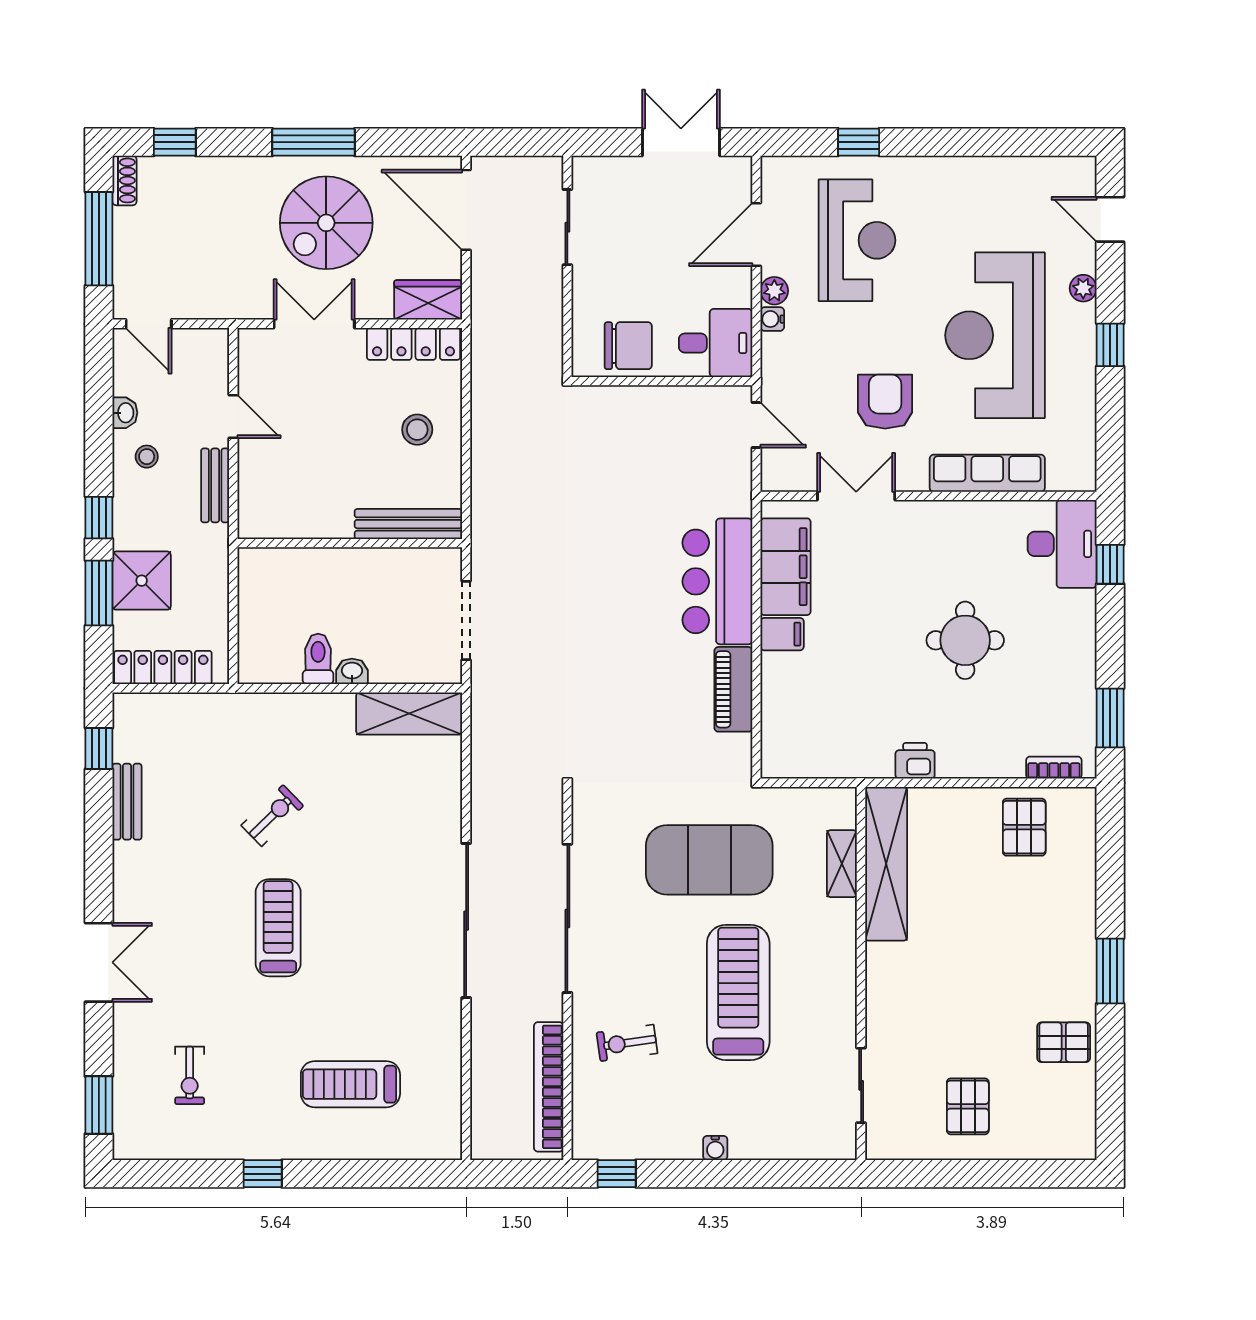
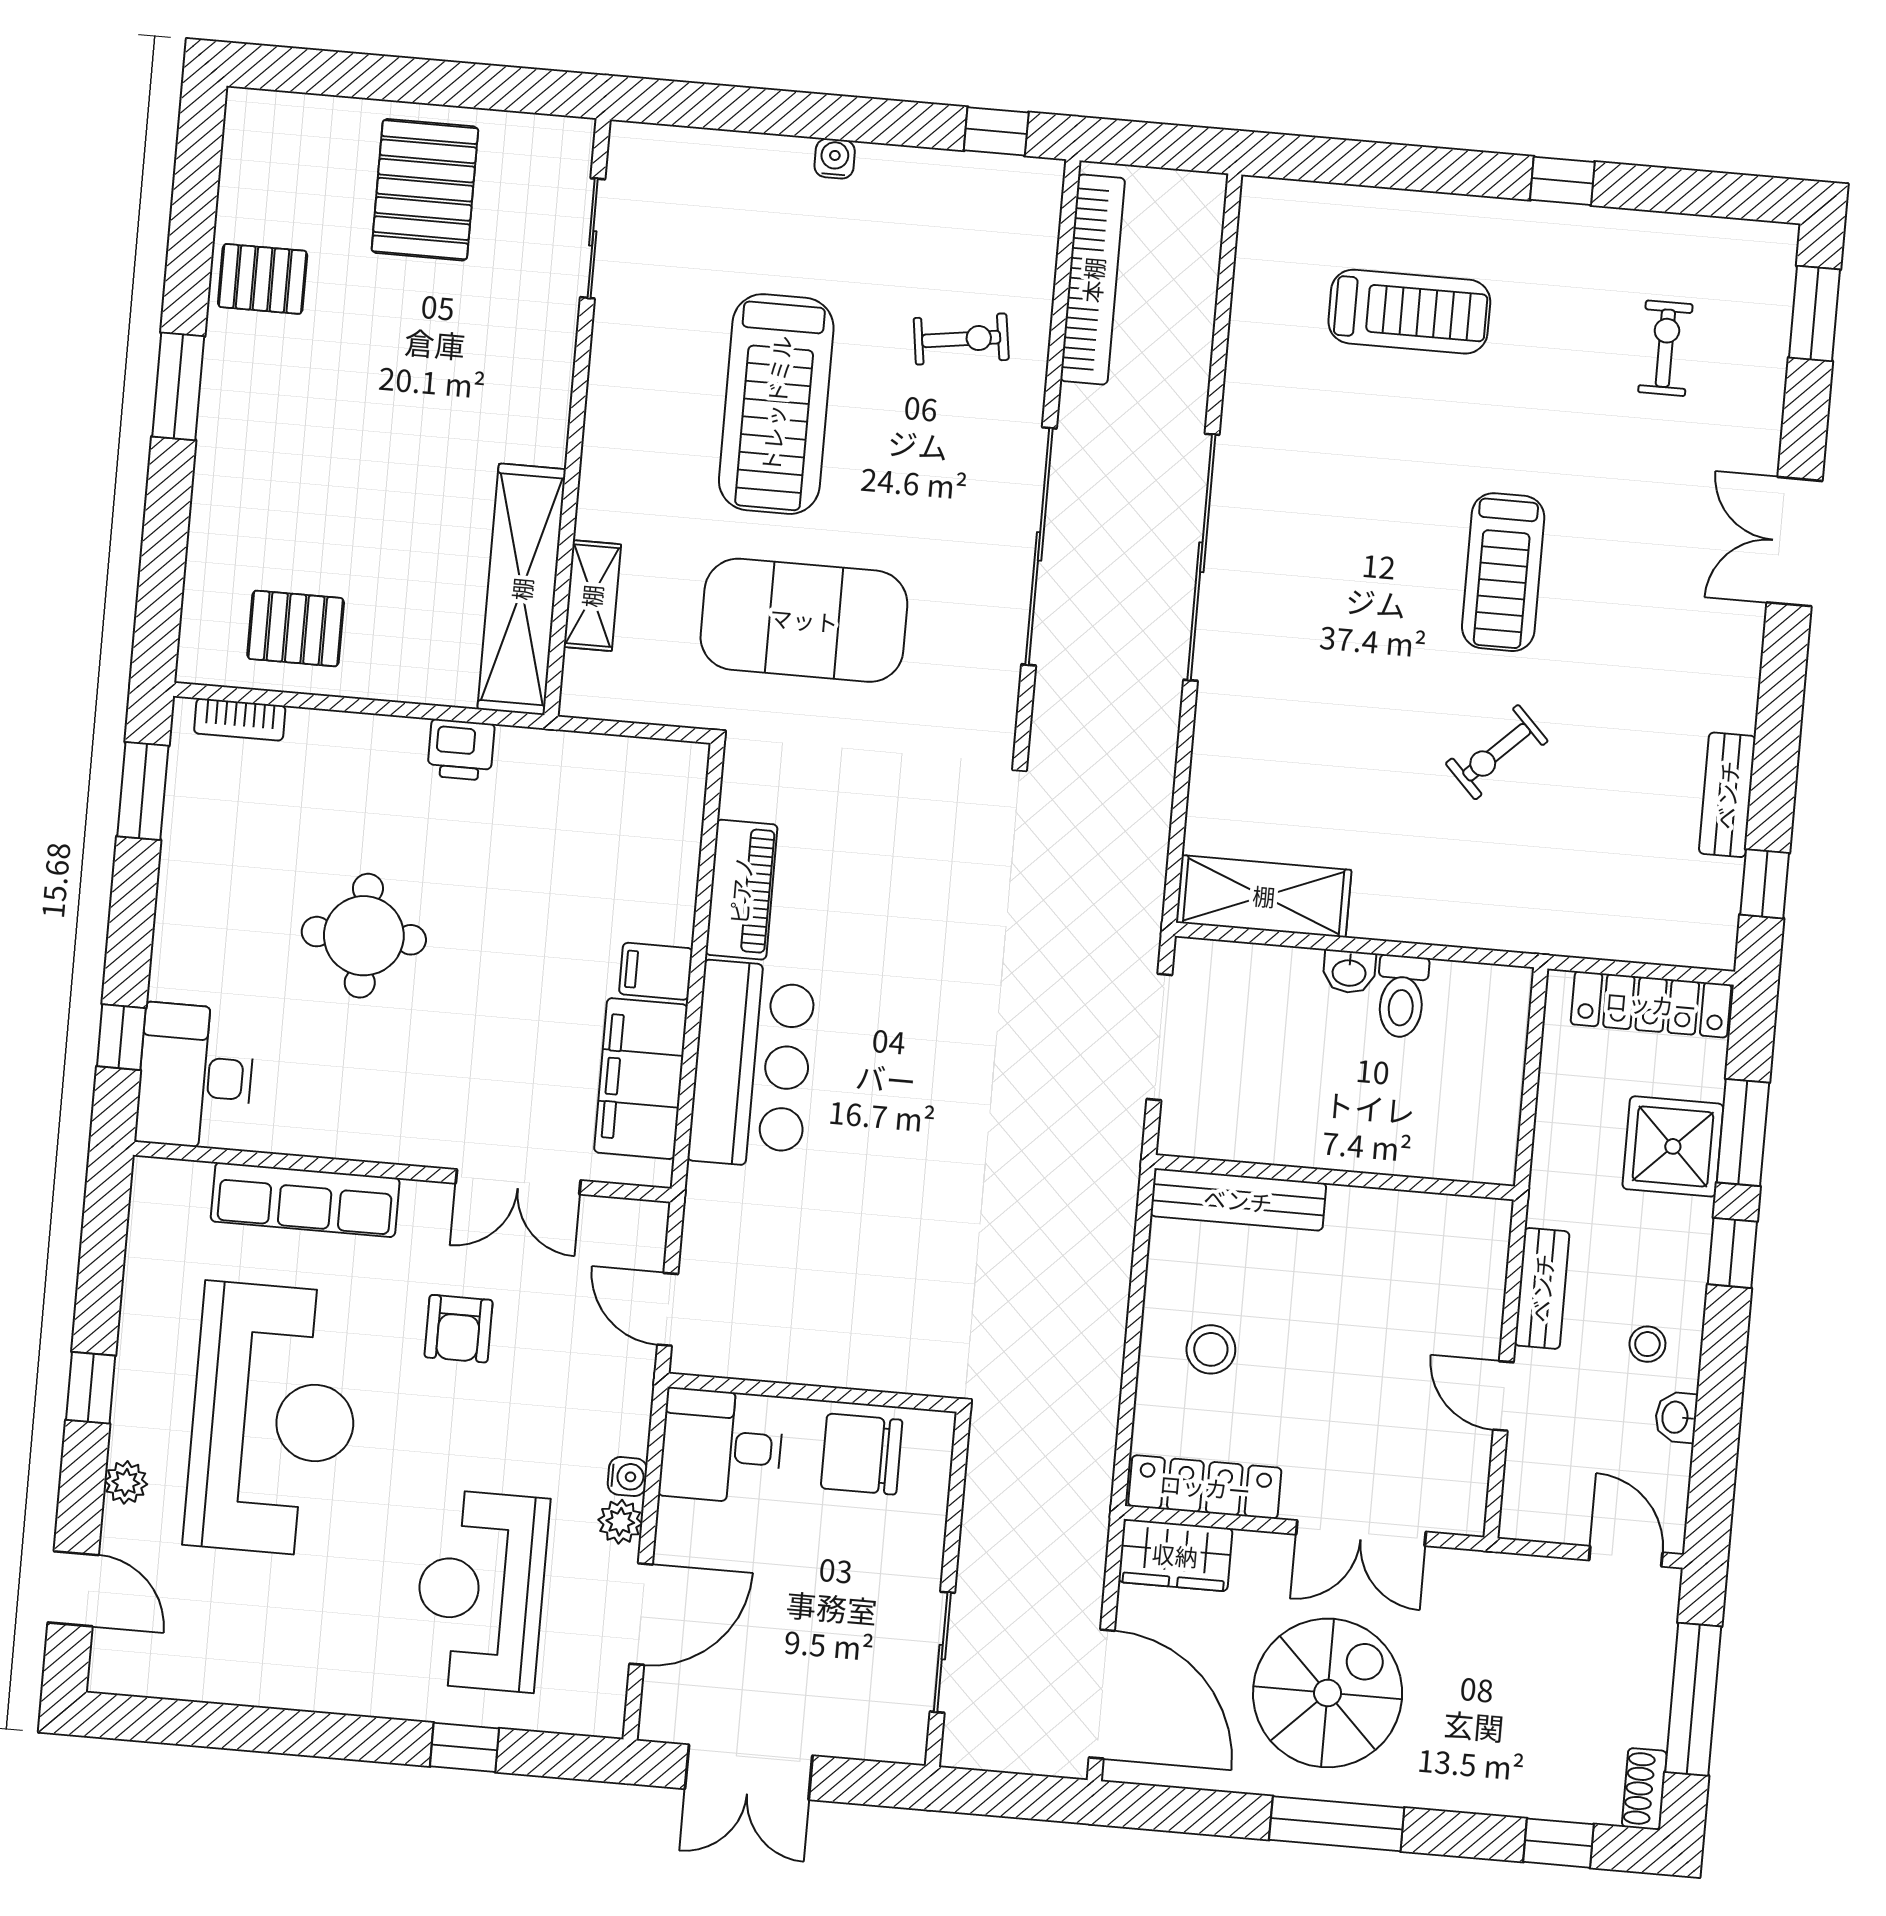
armchair: (885, 402) -> (459, 1329), width x0.72, depth x0.72
pallet: (1024, 827) -> (296, 628), turned 90
pallet: (968, 1106) -> (425, 190), width x1.50, depth x1.42

